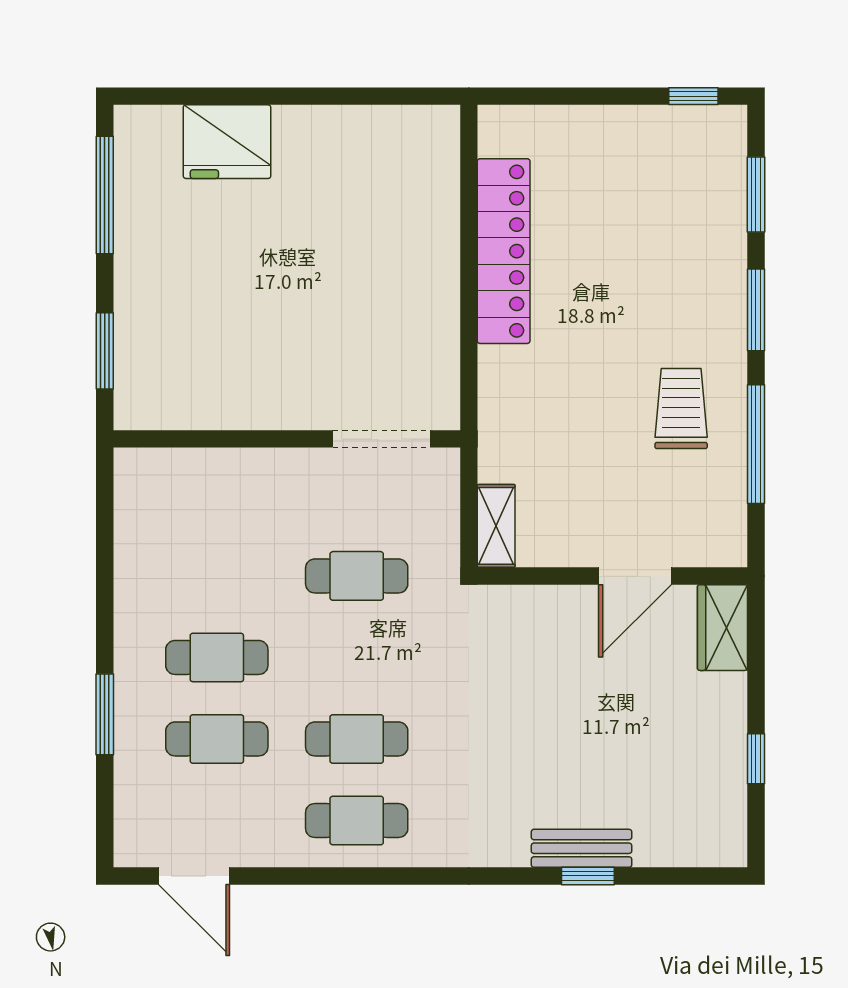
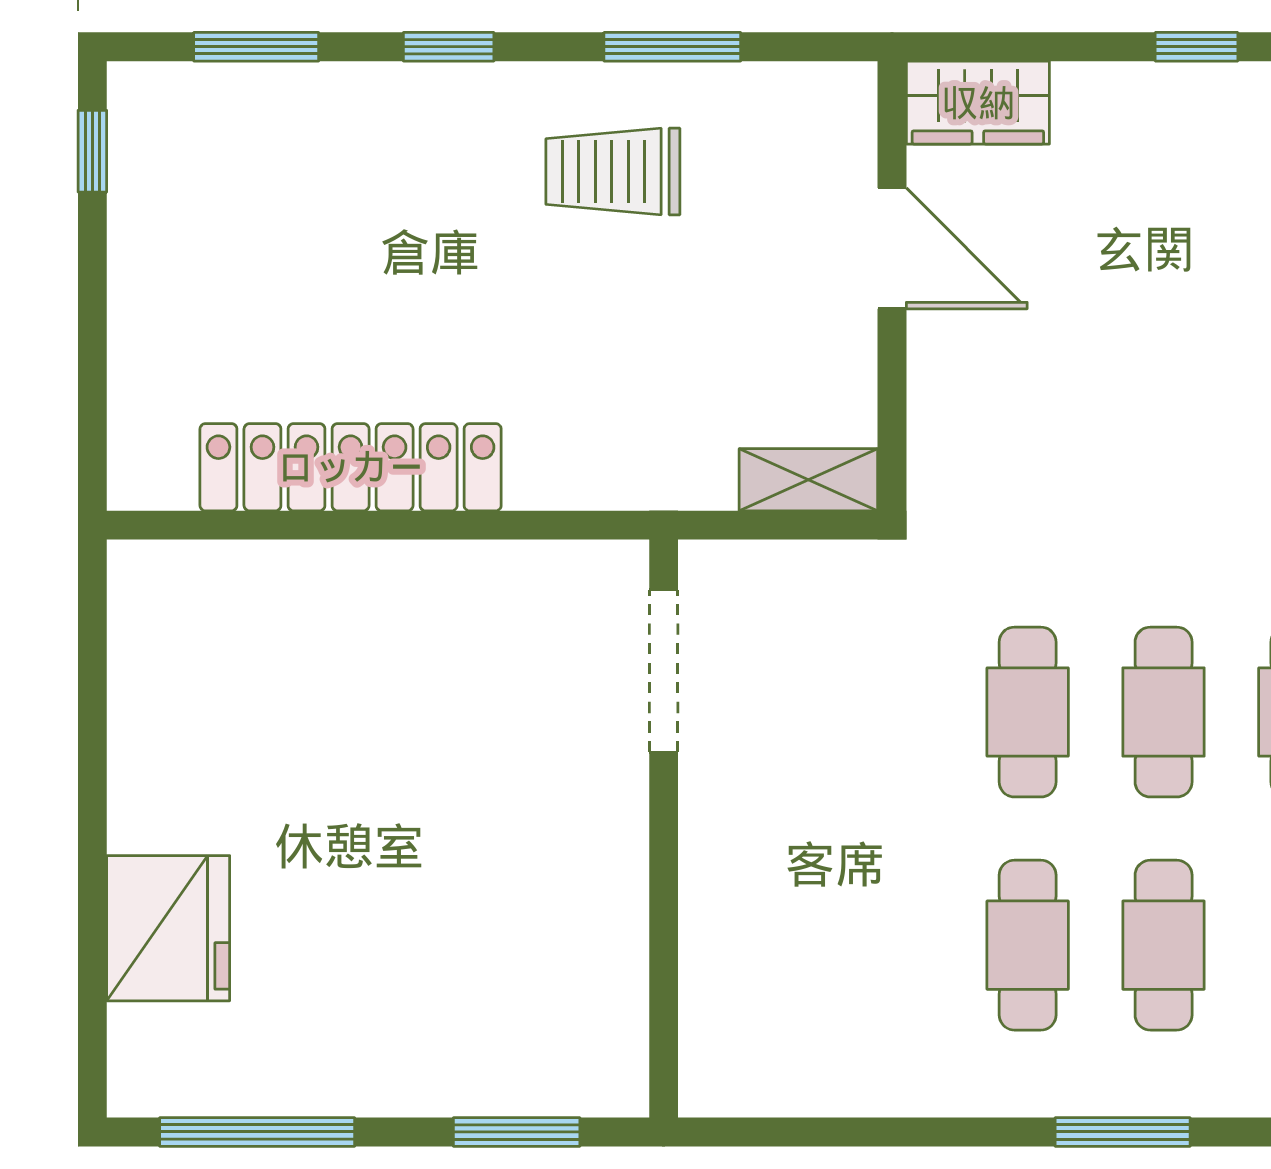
window: (756, 310) -> (449, 47), width x0.67
window: (756, 444) -> (672, 47), width x0.69
cafe table: (357, 576) -> (1028, 712), moved

